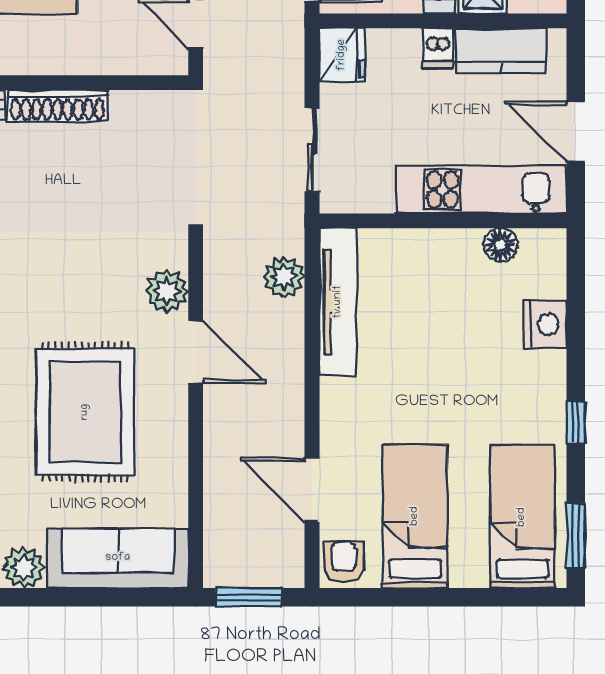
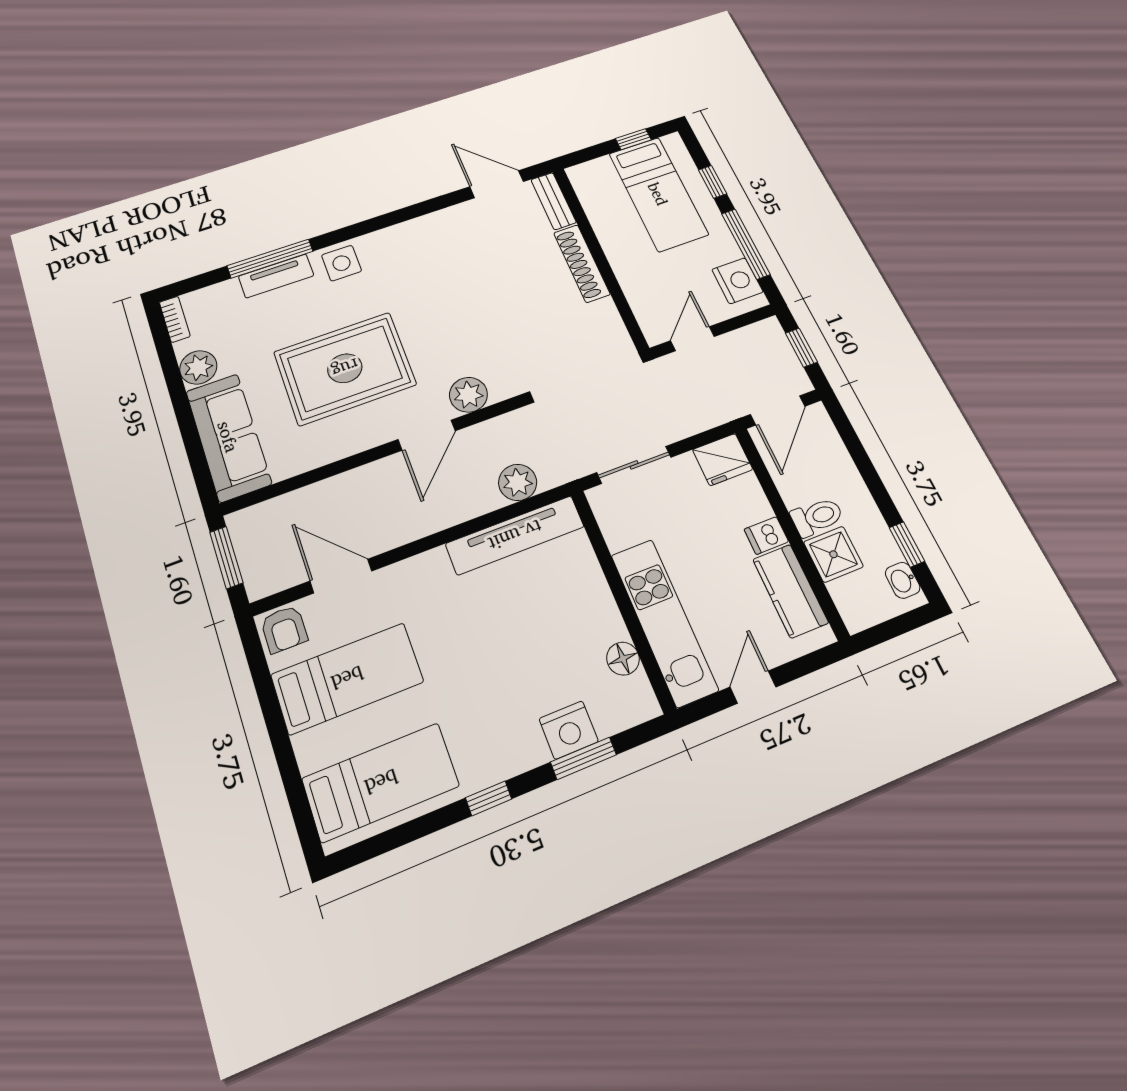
door: (576, 132) -> (753, 687), width x0.73
door: (312, 490) -> (341, 576), hinge flipped
window: (576, 536) -> (583, 758), moved
armchair: (344, 562) -> (284, 629), turned 90

